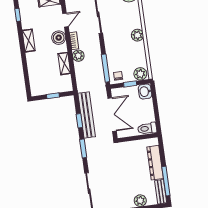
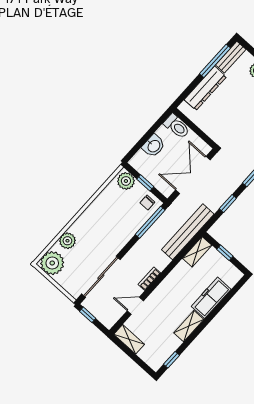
plant: (137, 35) -> (67, 241), moved
boiler: (59, 38) -> (159, 297), removed
plant: (78, 56) -> (161, 261), removed
shelving: (64, 64) -> (197, 252), moved
freezer: (34, 67) -> (211, 298), added
washbasin: (145, 92) -> (154, 146), moved
bench: (87, 115) -> (188, 232), moved

